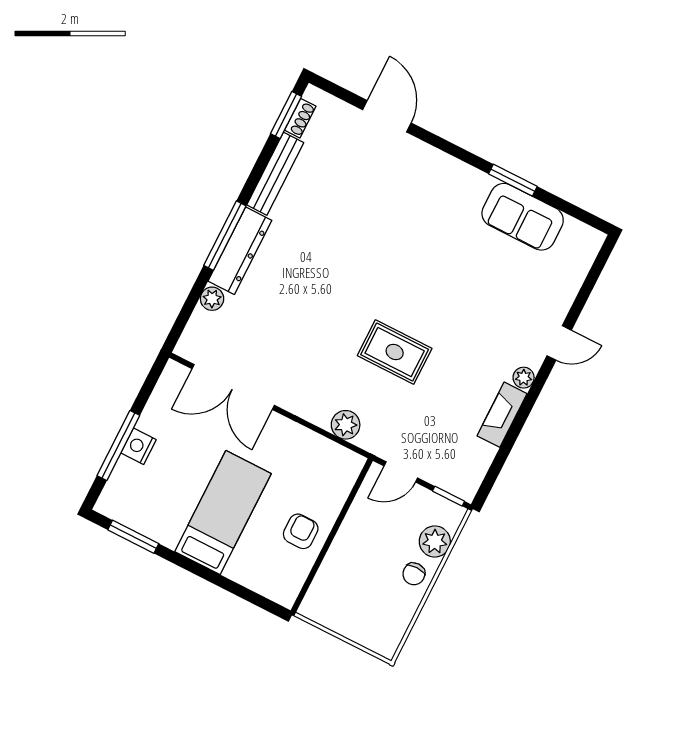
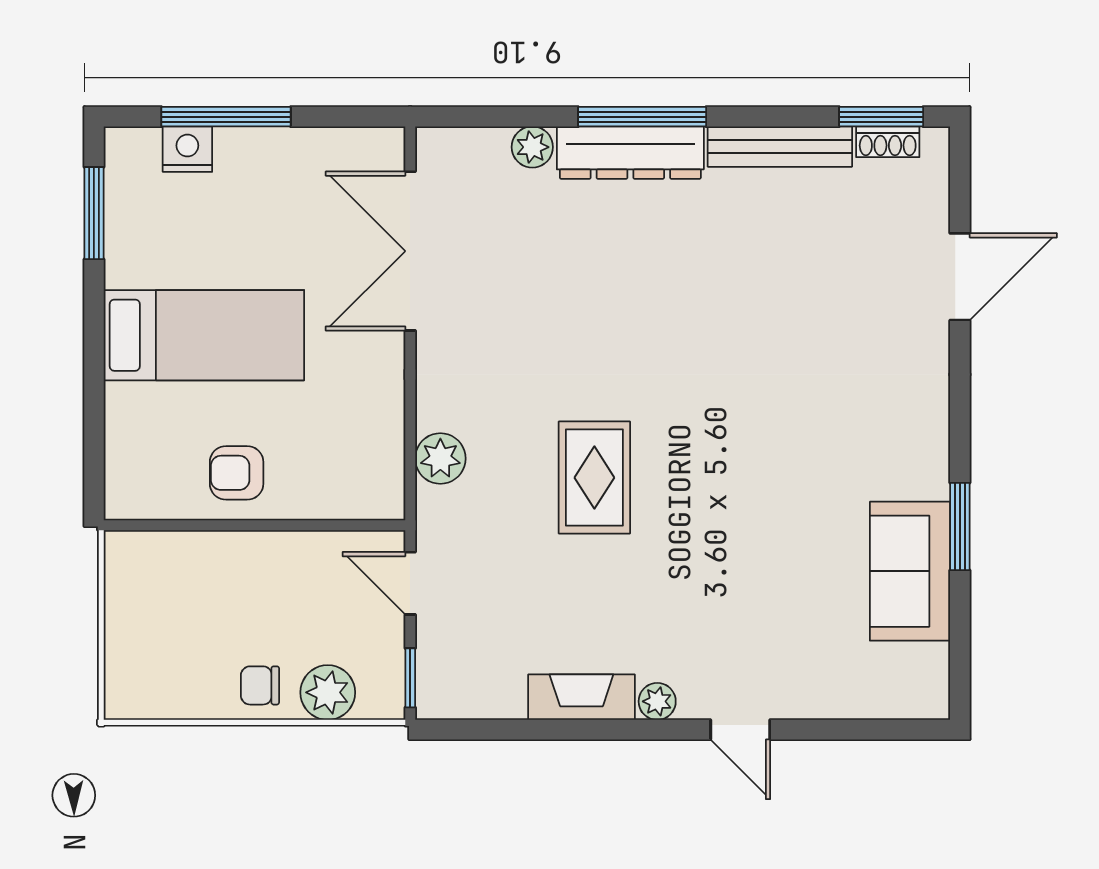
nightstand: (139, 446) -> (187, 149), moved
armchair: (301, 531) -> (237, 473), turned 180

